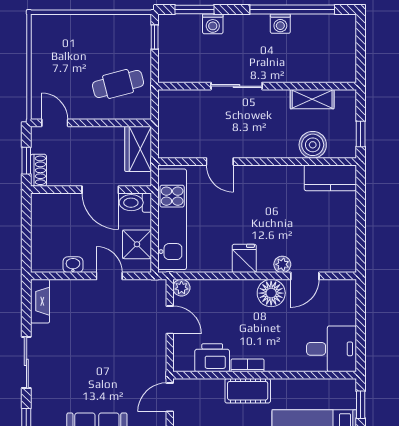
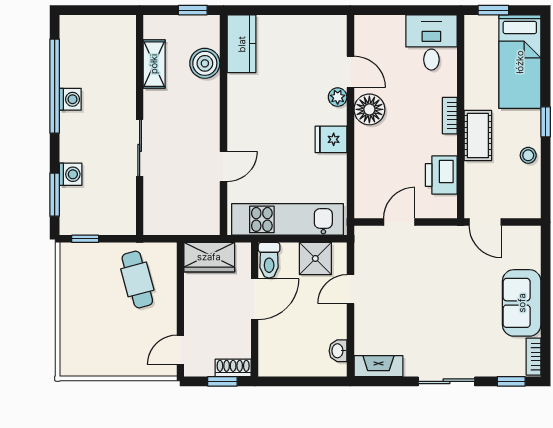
washbasin: (73, 265) -> (338, 351), moved
plant: (181, 288) -> (363, 209), removed
bookcase: (248, 365) -> (450, 116), moved

